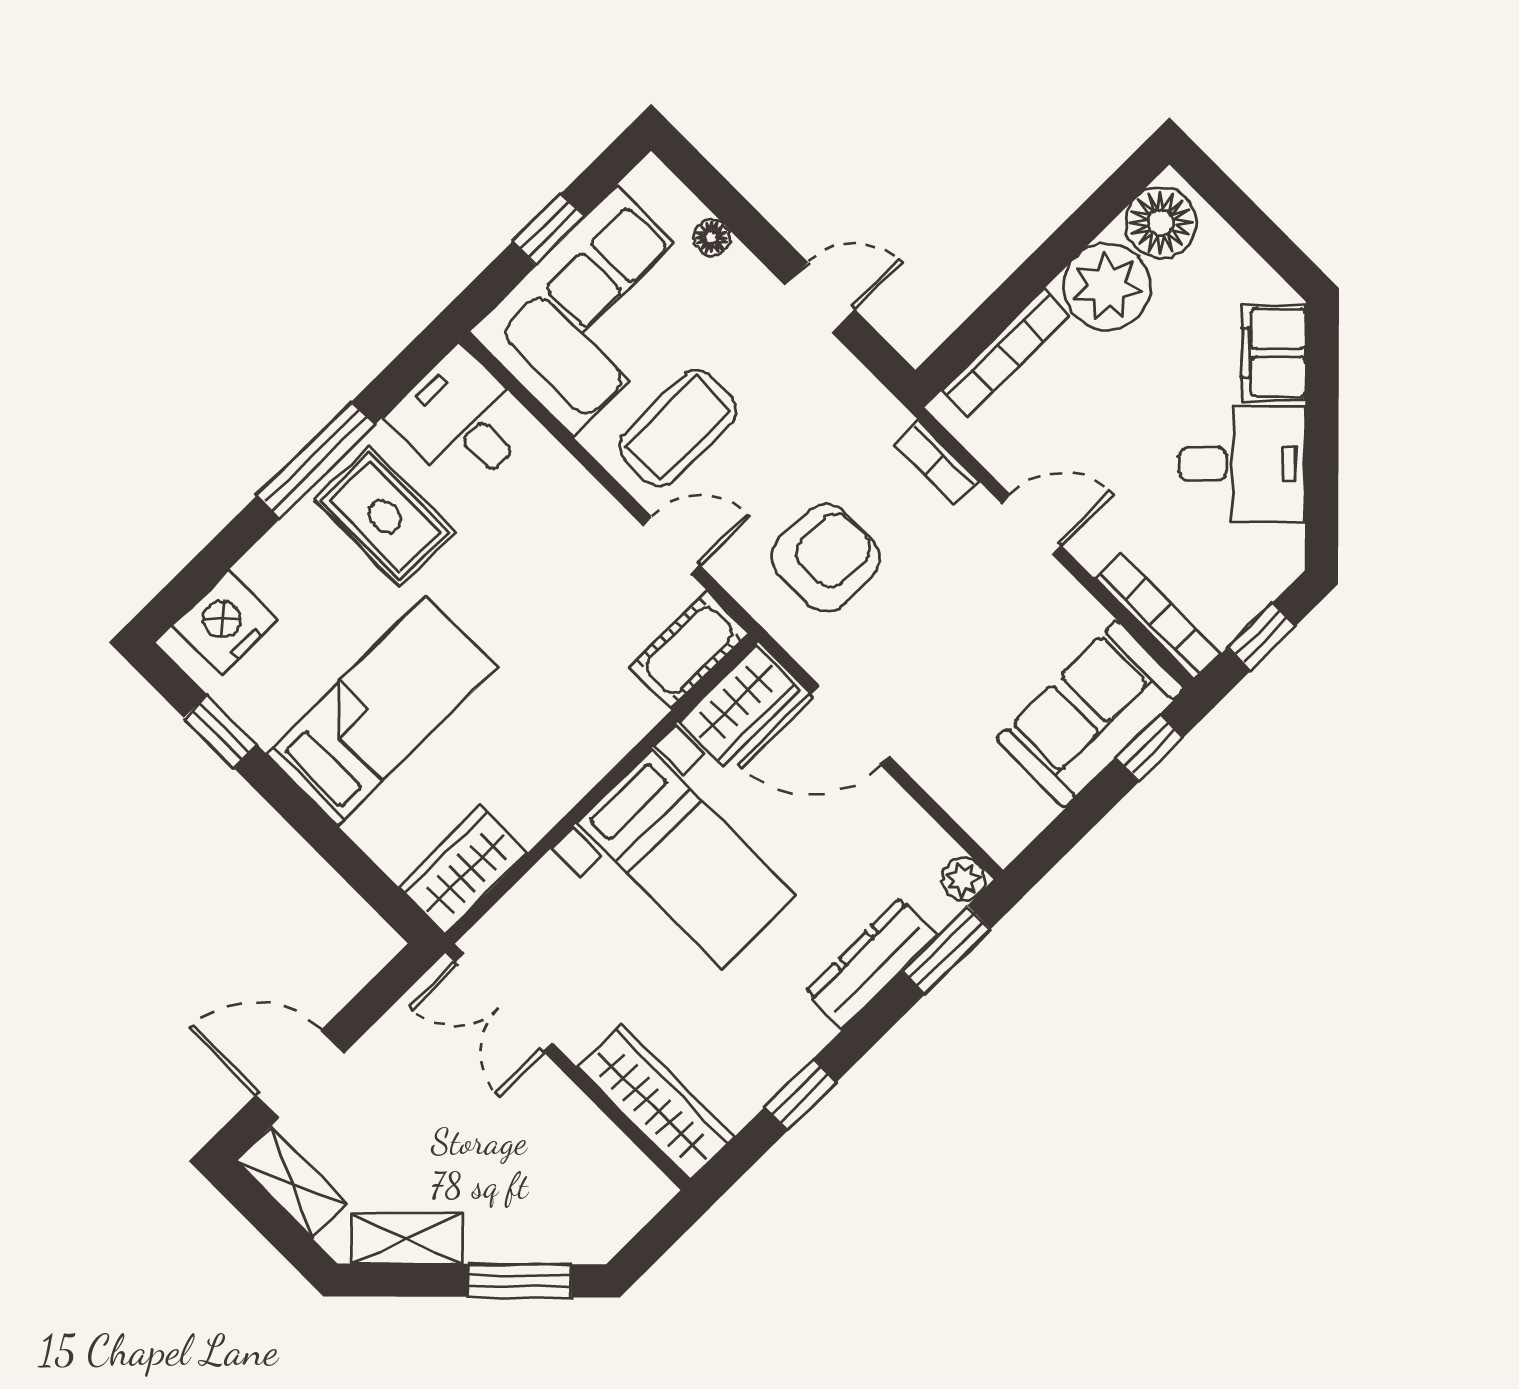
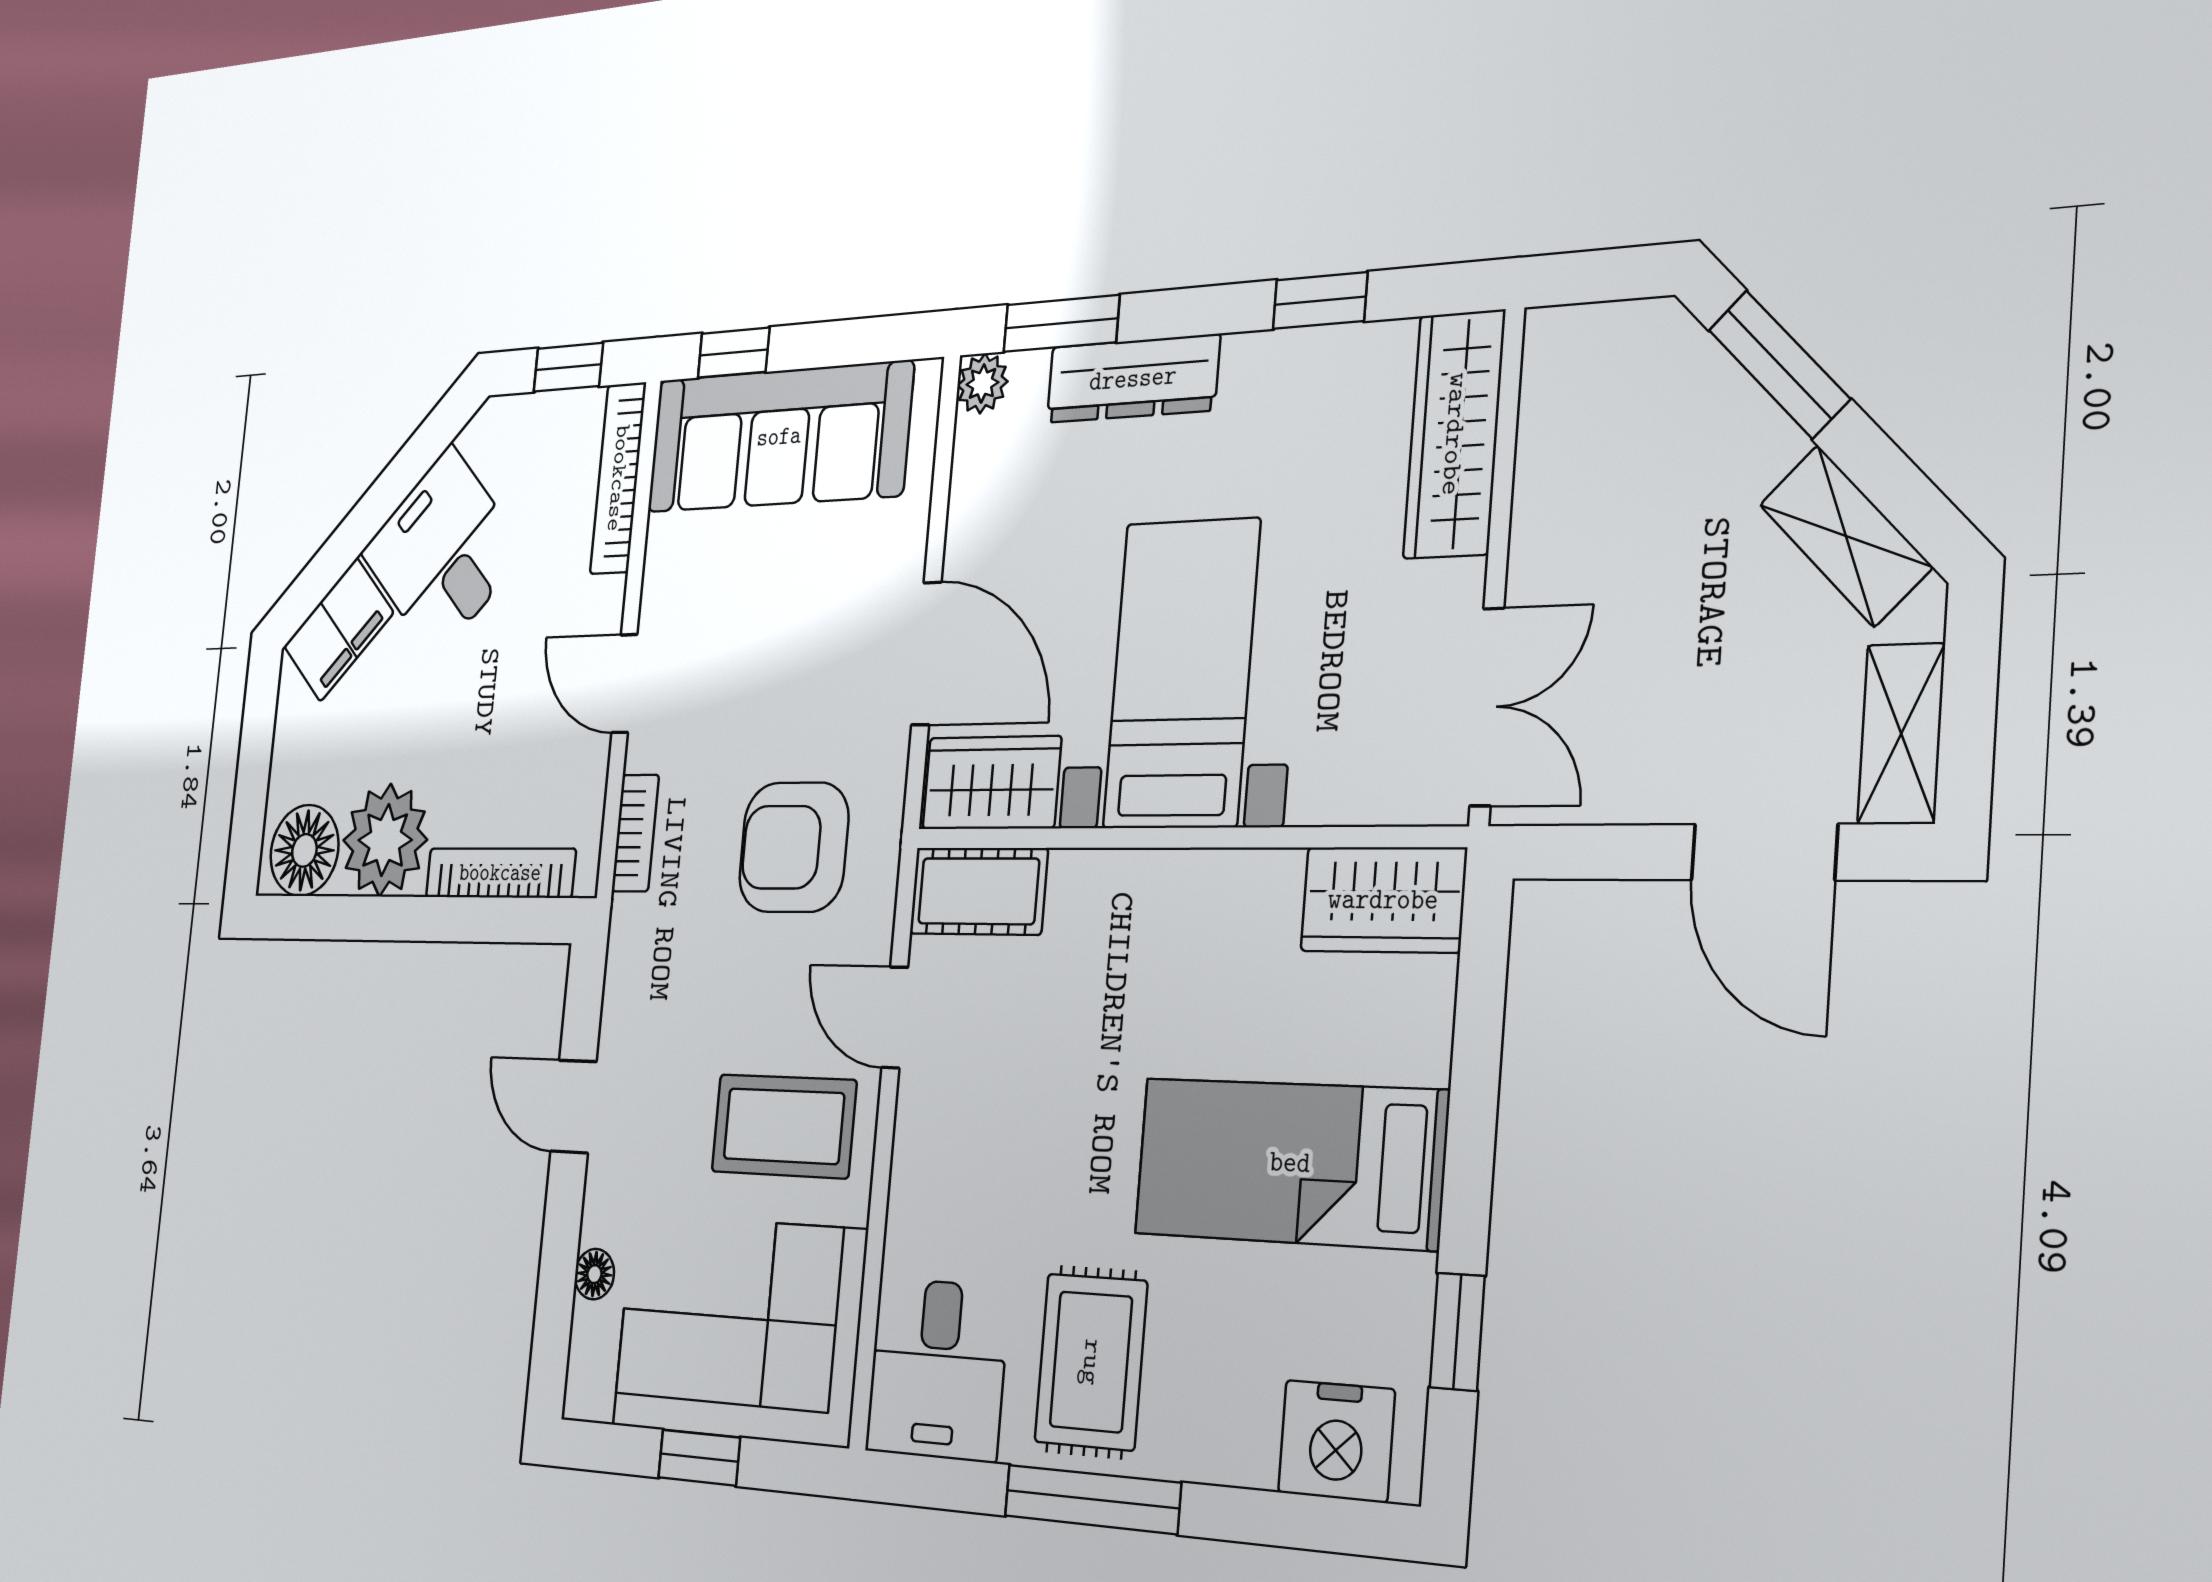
sofa: (1090, 714) -> (779, 437), width x1.36

